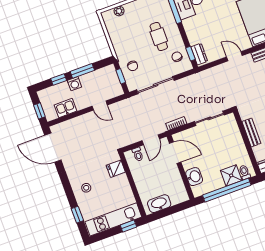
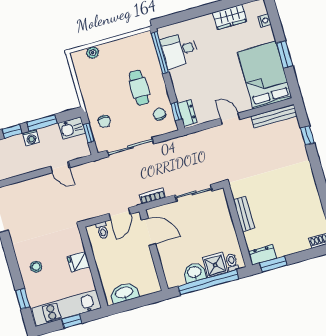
kitchen sink: (65, 108) -> (72, 128), moved, turned 180
fridge: (116, 169) -> (78, 262), moved
washbasin: (194, 177) -> (194, 273), moved, turned -90
window: (128, 226) -> (72, 321), moved

